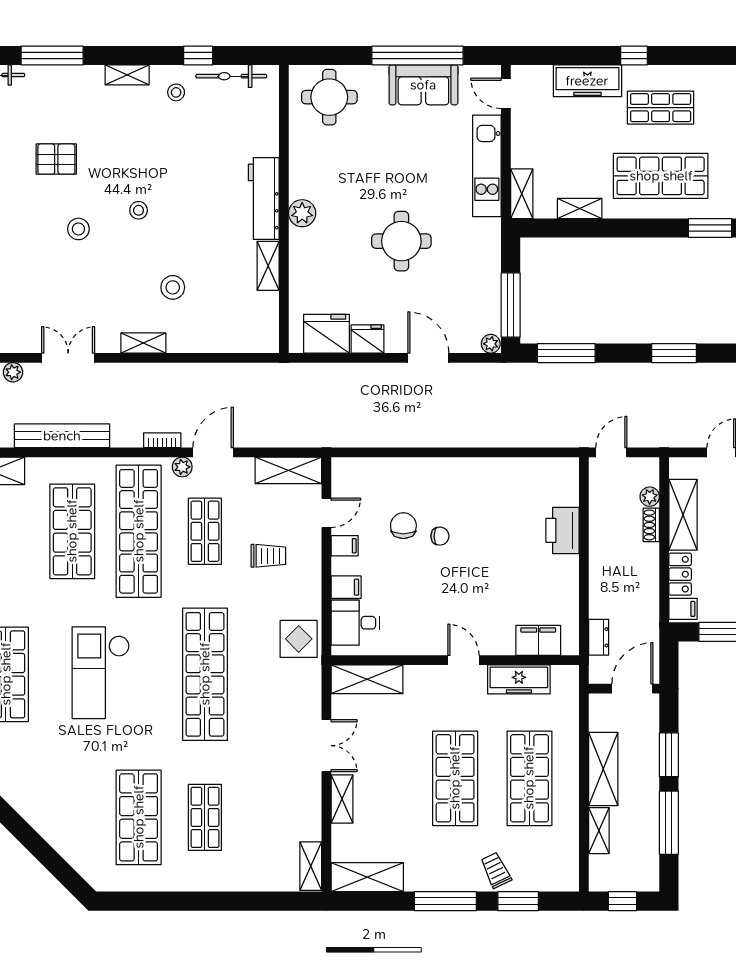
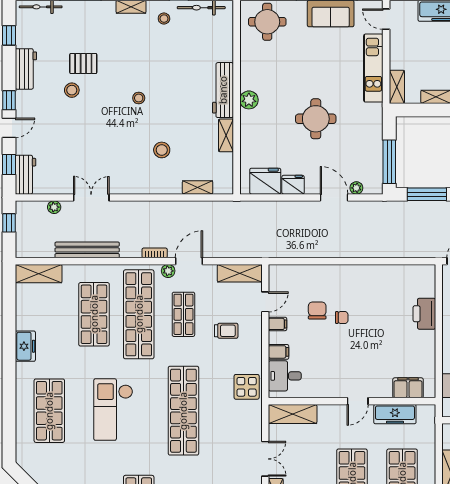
stool: (78, 229) -> (72, 90), moved
shelving: (143, 343) -> (198, 187), moved
plant: (491, 344) -> (356, 188), moved
door: (463, 660) -> (358, 401), swing flipped

